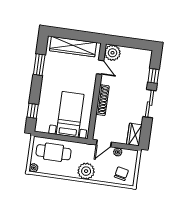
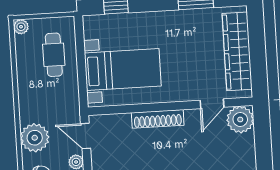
cafe table: (54, 152) -> (54, 55), width x0.73, depth x0.74
plant: (86, 171) -> (35, 138), moved

